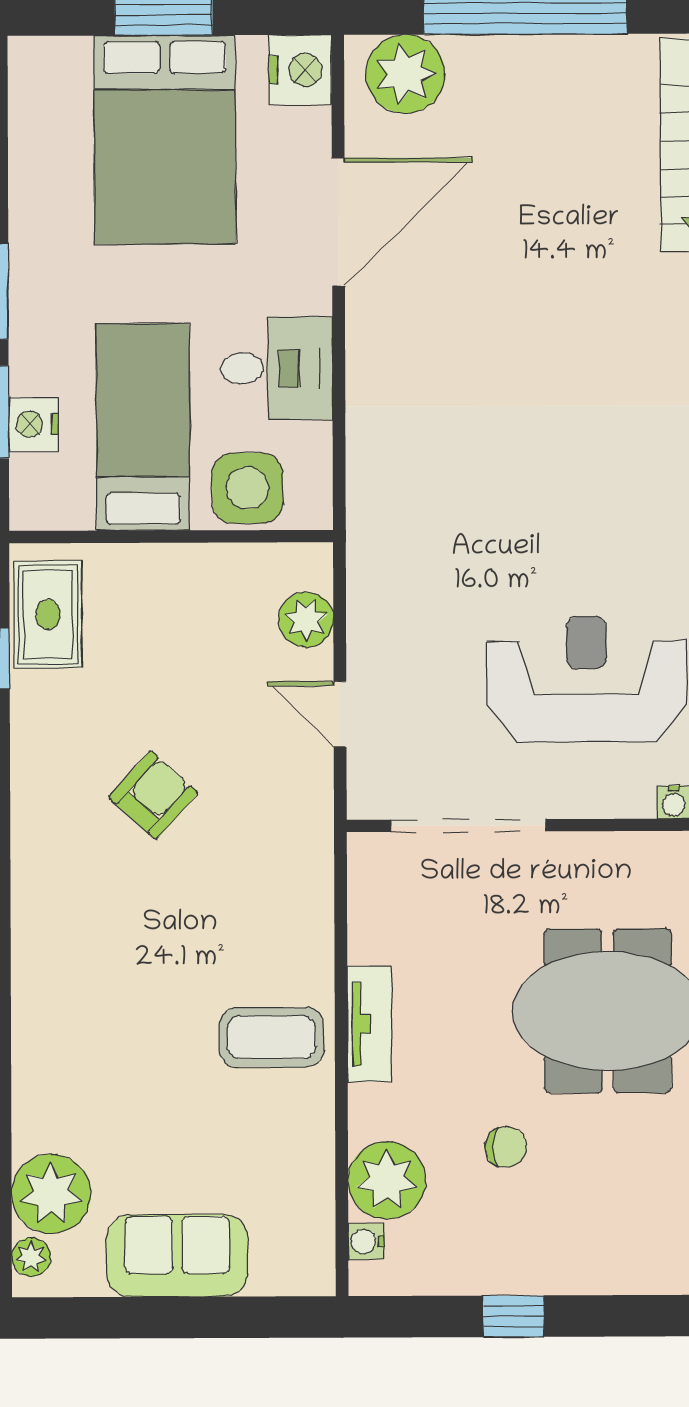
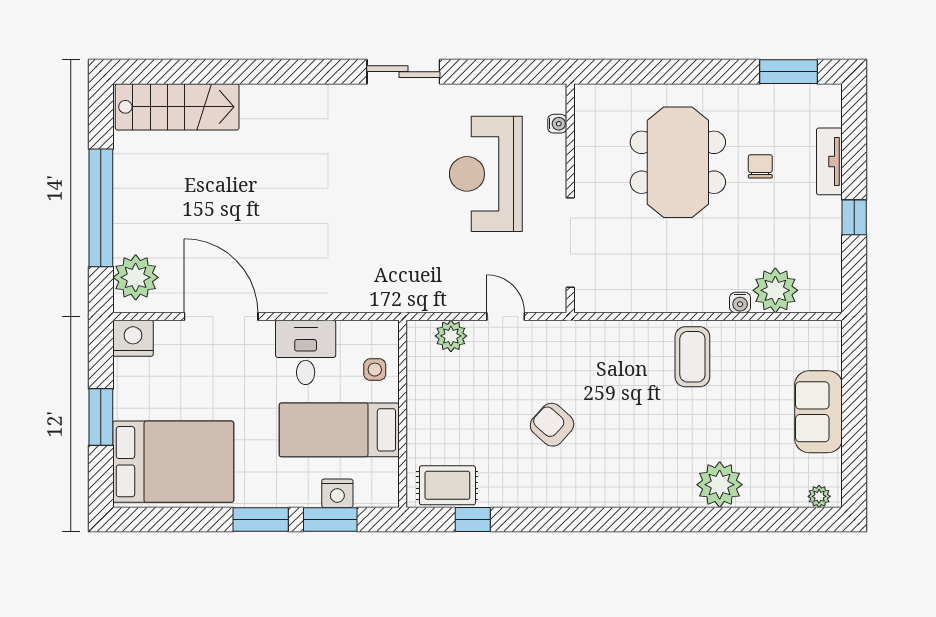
bed: (165, 140) -> (173, 462), moved
side table: (248, 488) -> (375, 370), width x0.54, depth x0.54
door: (340, 714) -> (506, 316), swing flipped
tv unit: (369, 1024) -> (829, 161), moved, turned -90
chair: (506, 1147) -> (760, 166), moved
plant: (51, 1194) -> (720, 485), moved
water cooler: (366, 1241) -> (740, 302), moved

